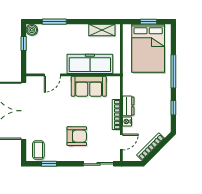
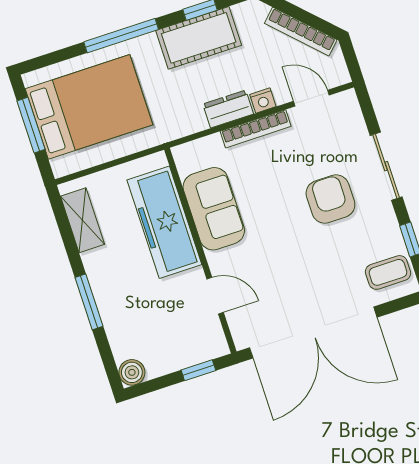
window: (54, 22) -> (89, 302), moved
window: (148, 22) -> (31, 125), width x1.50
window: (24, 44) -> (198, 370), moved
cot: (162, 103) -> (199, 38), added
sliding door: (99, 164) -> (386, 166), moved

